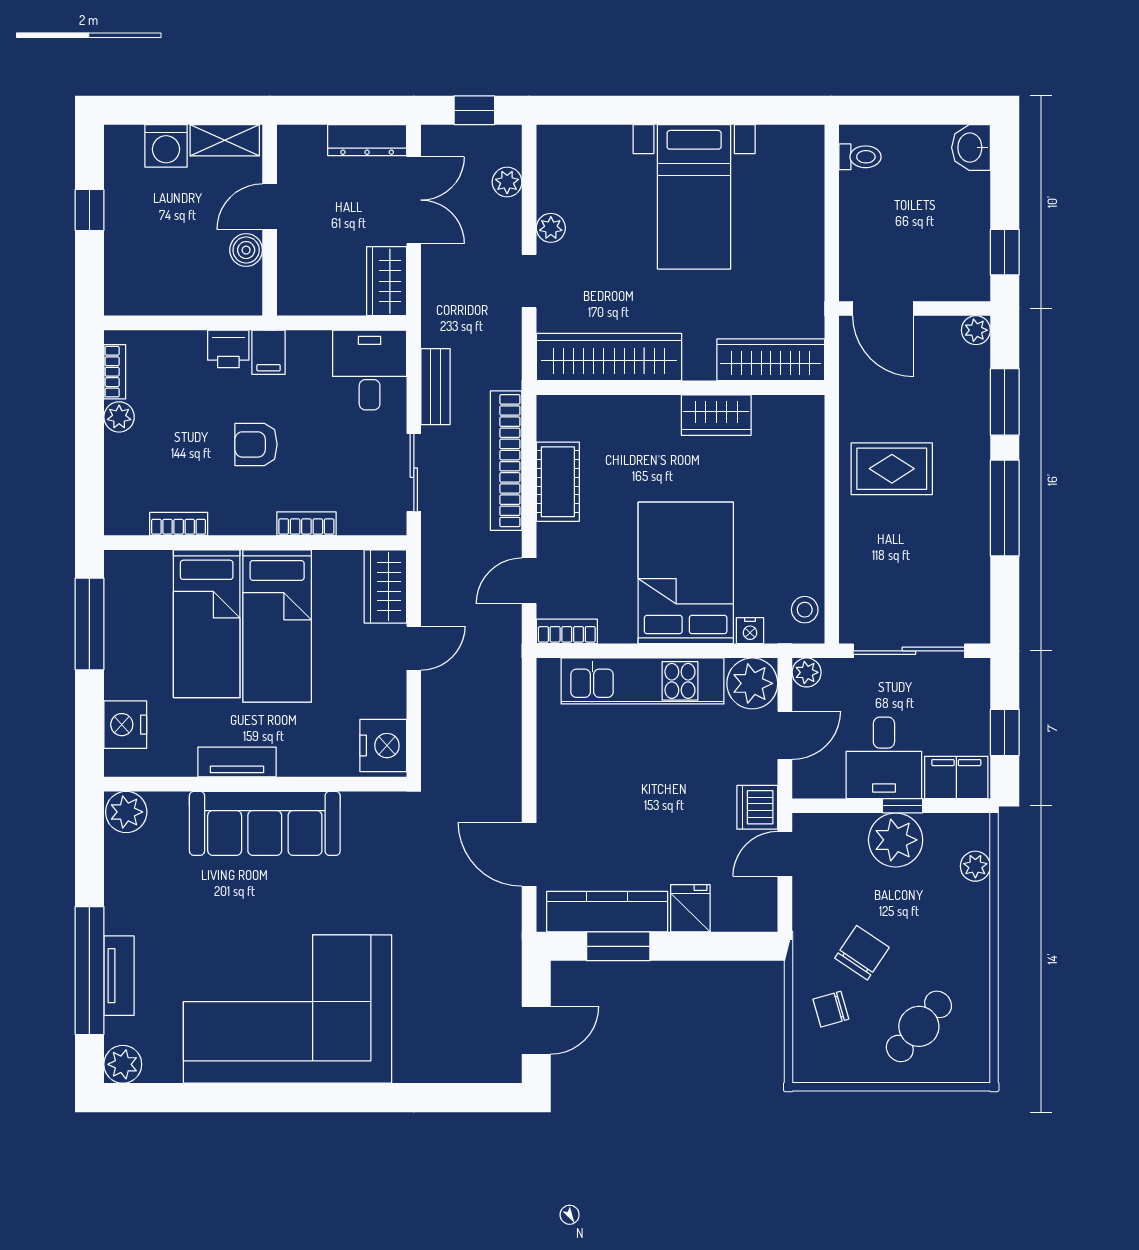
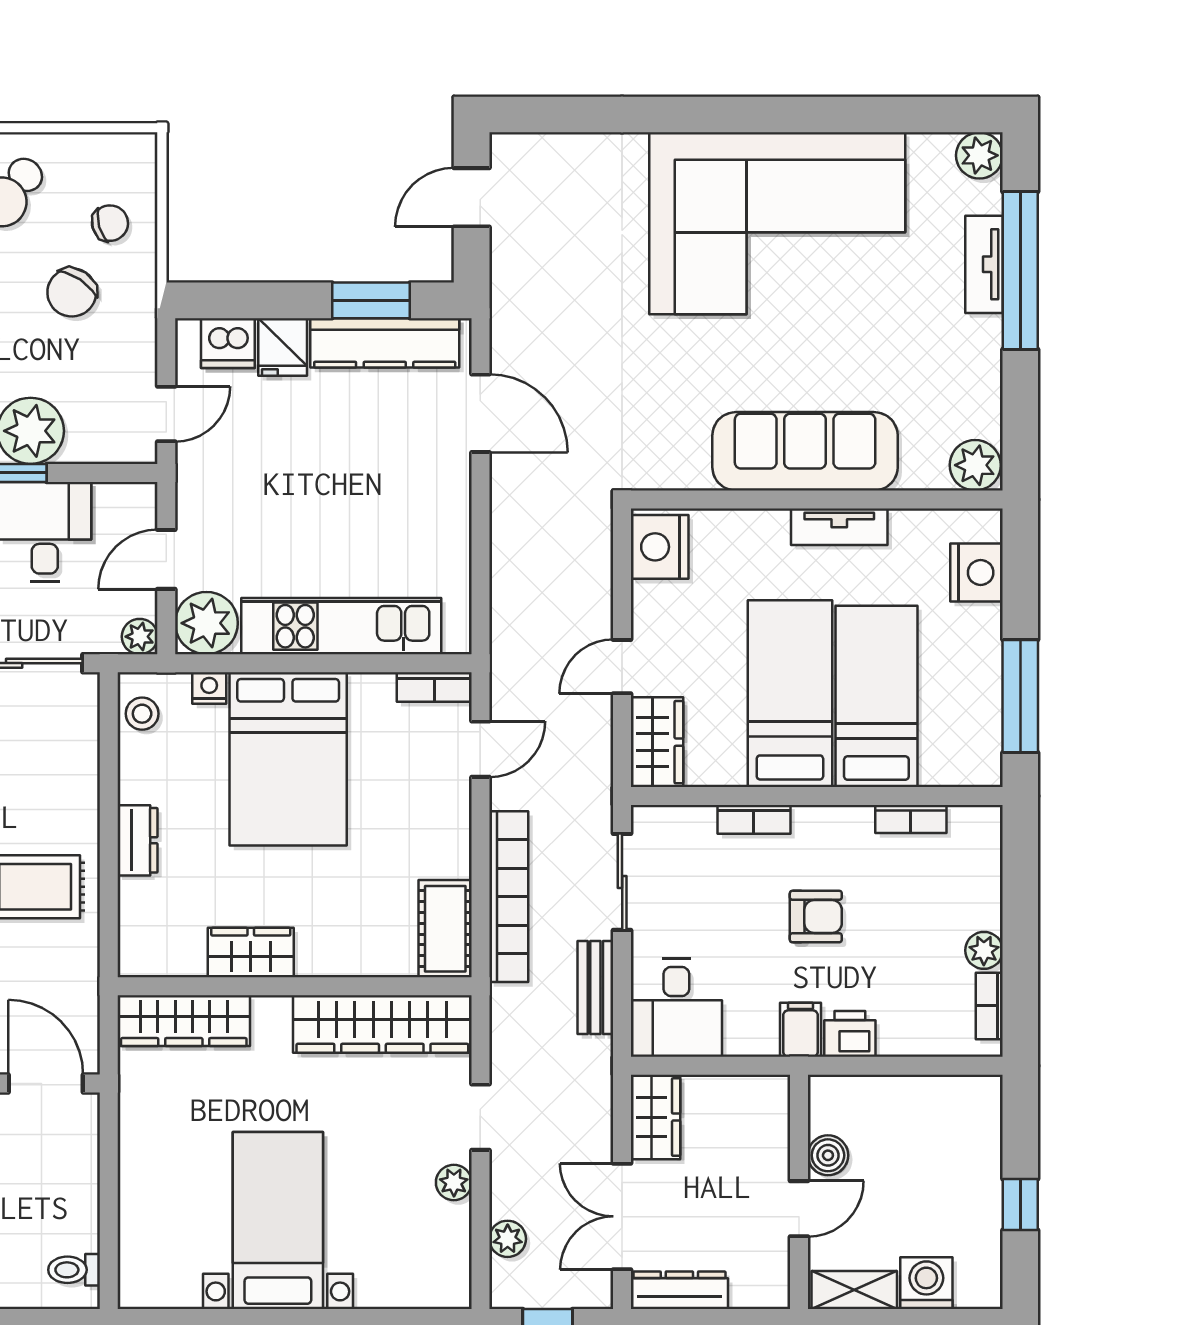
cot: (558, 482) -> (445, 929), moved
dresser: (808, 507) -> (137, 840), added
dishwasher: (757, 807) -> (228, 343), moved, turned 90

